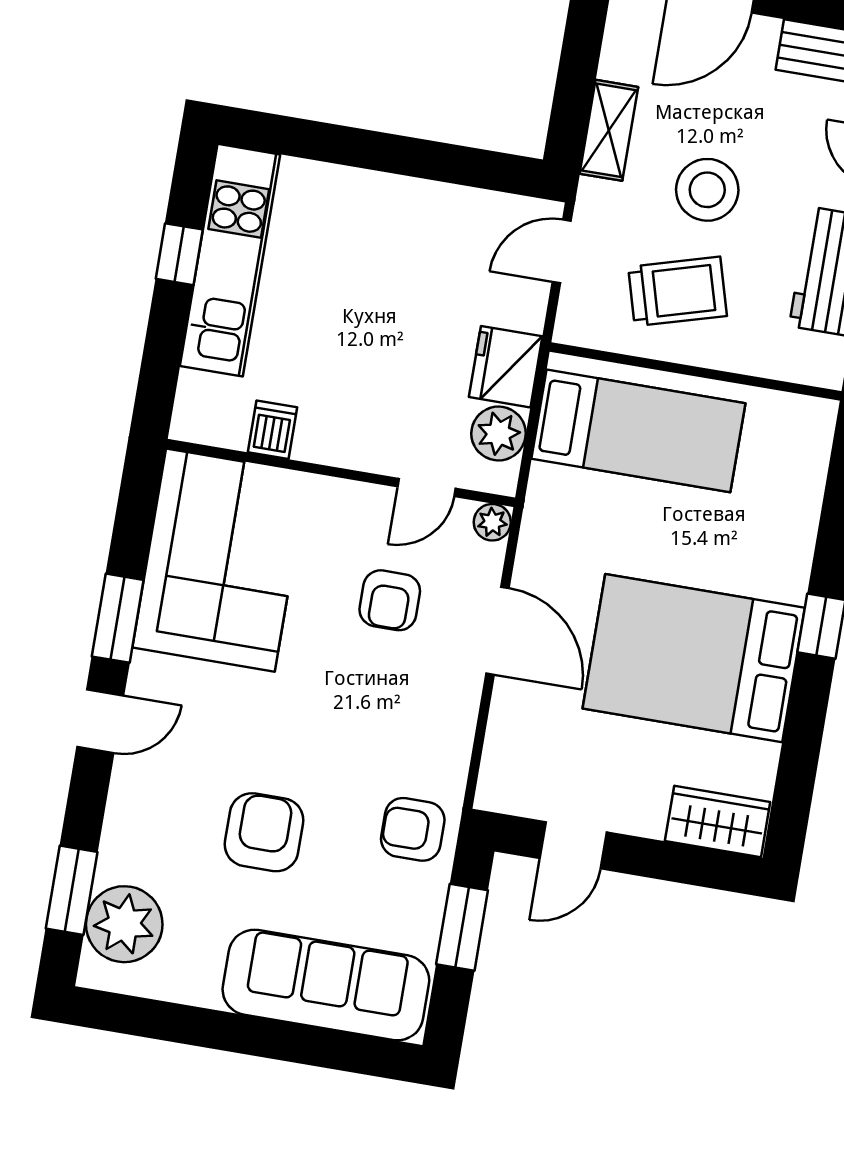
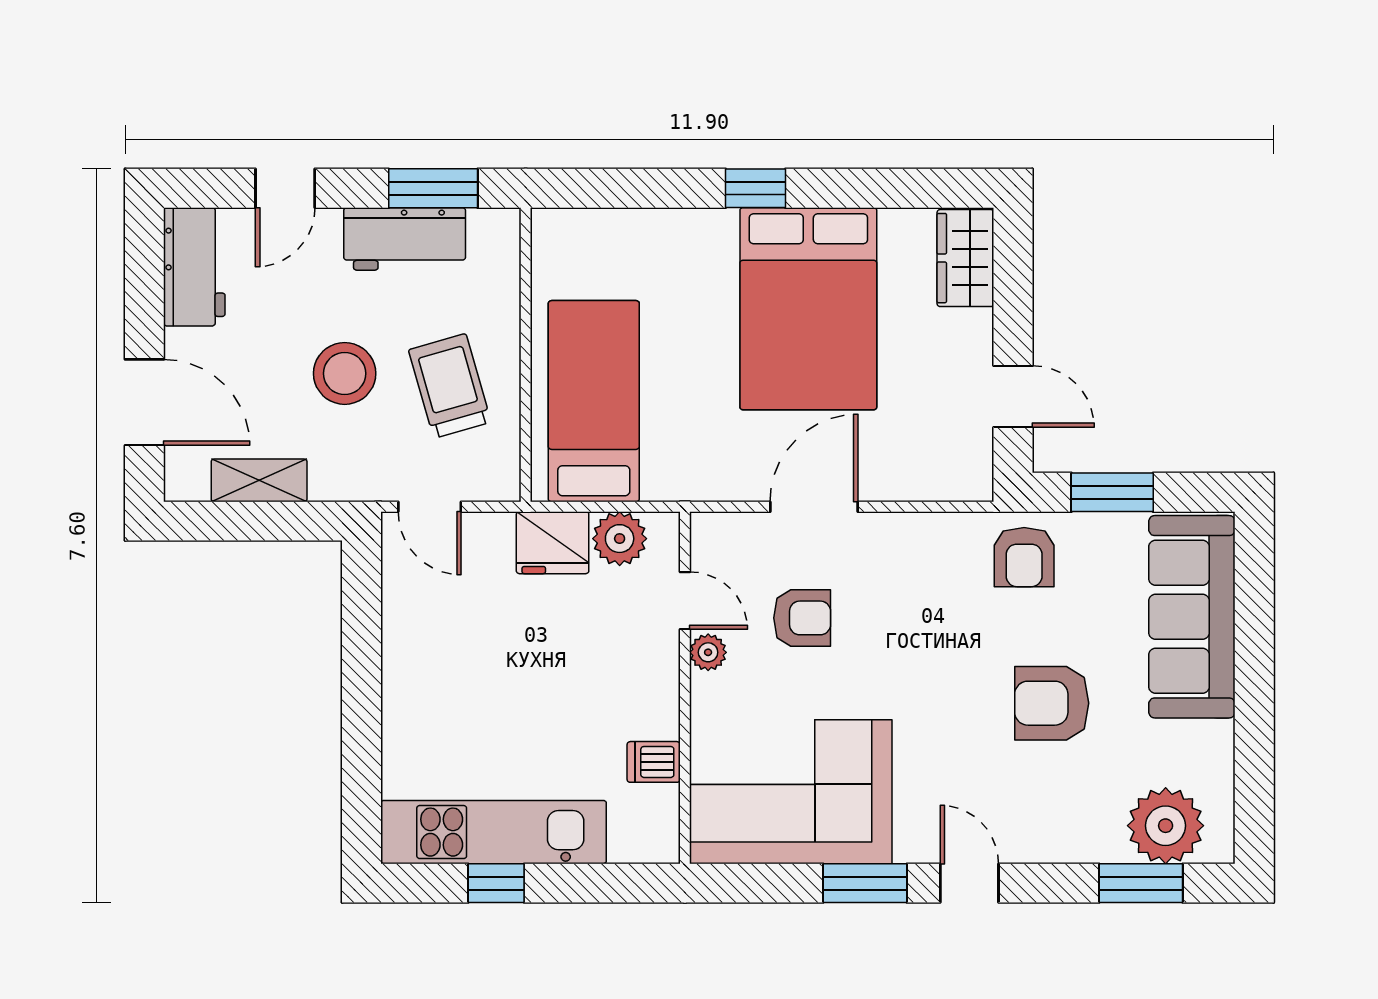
shelving: (609, 130) -> (259, 480), moved
plant: (492, 522) -> (708, 652), moved

